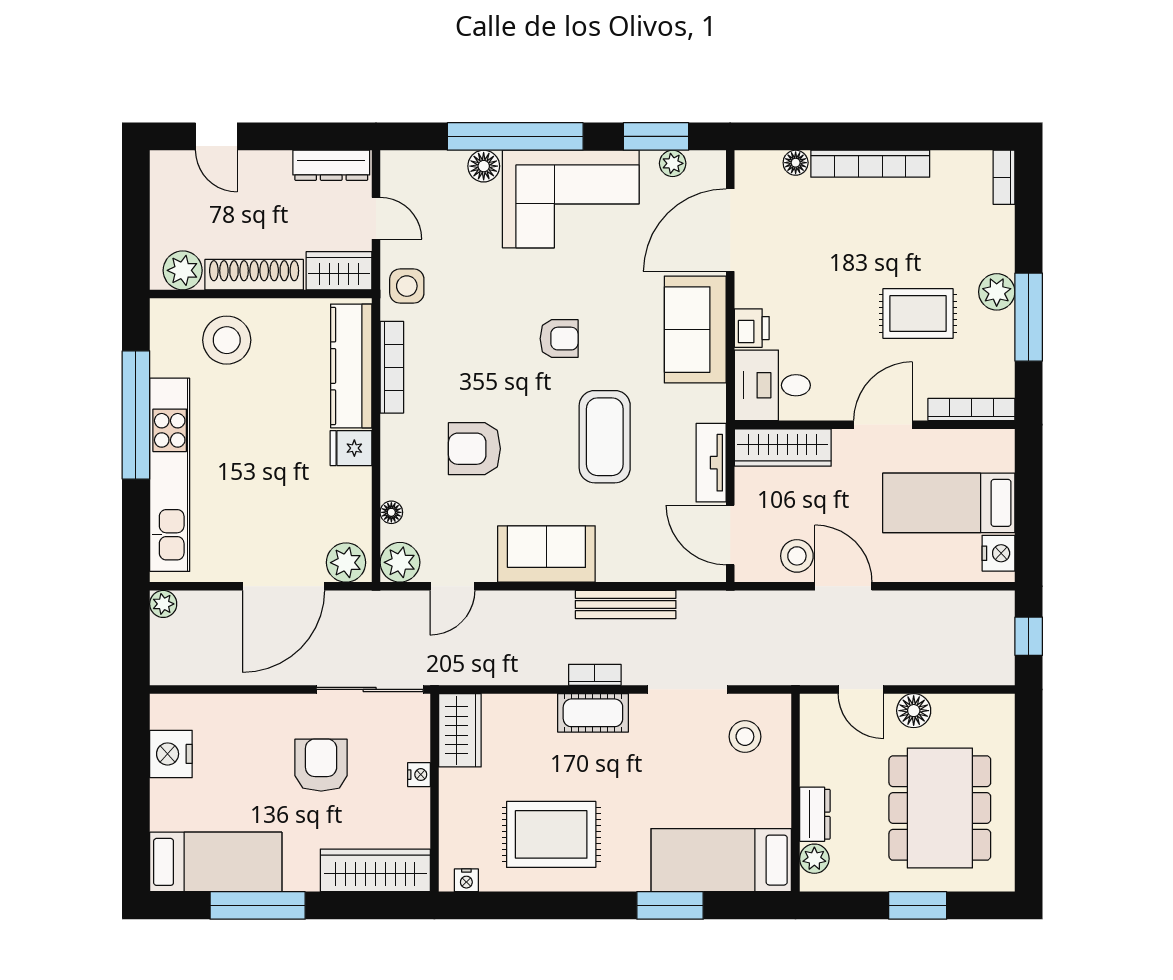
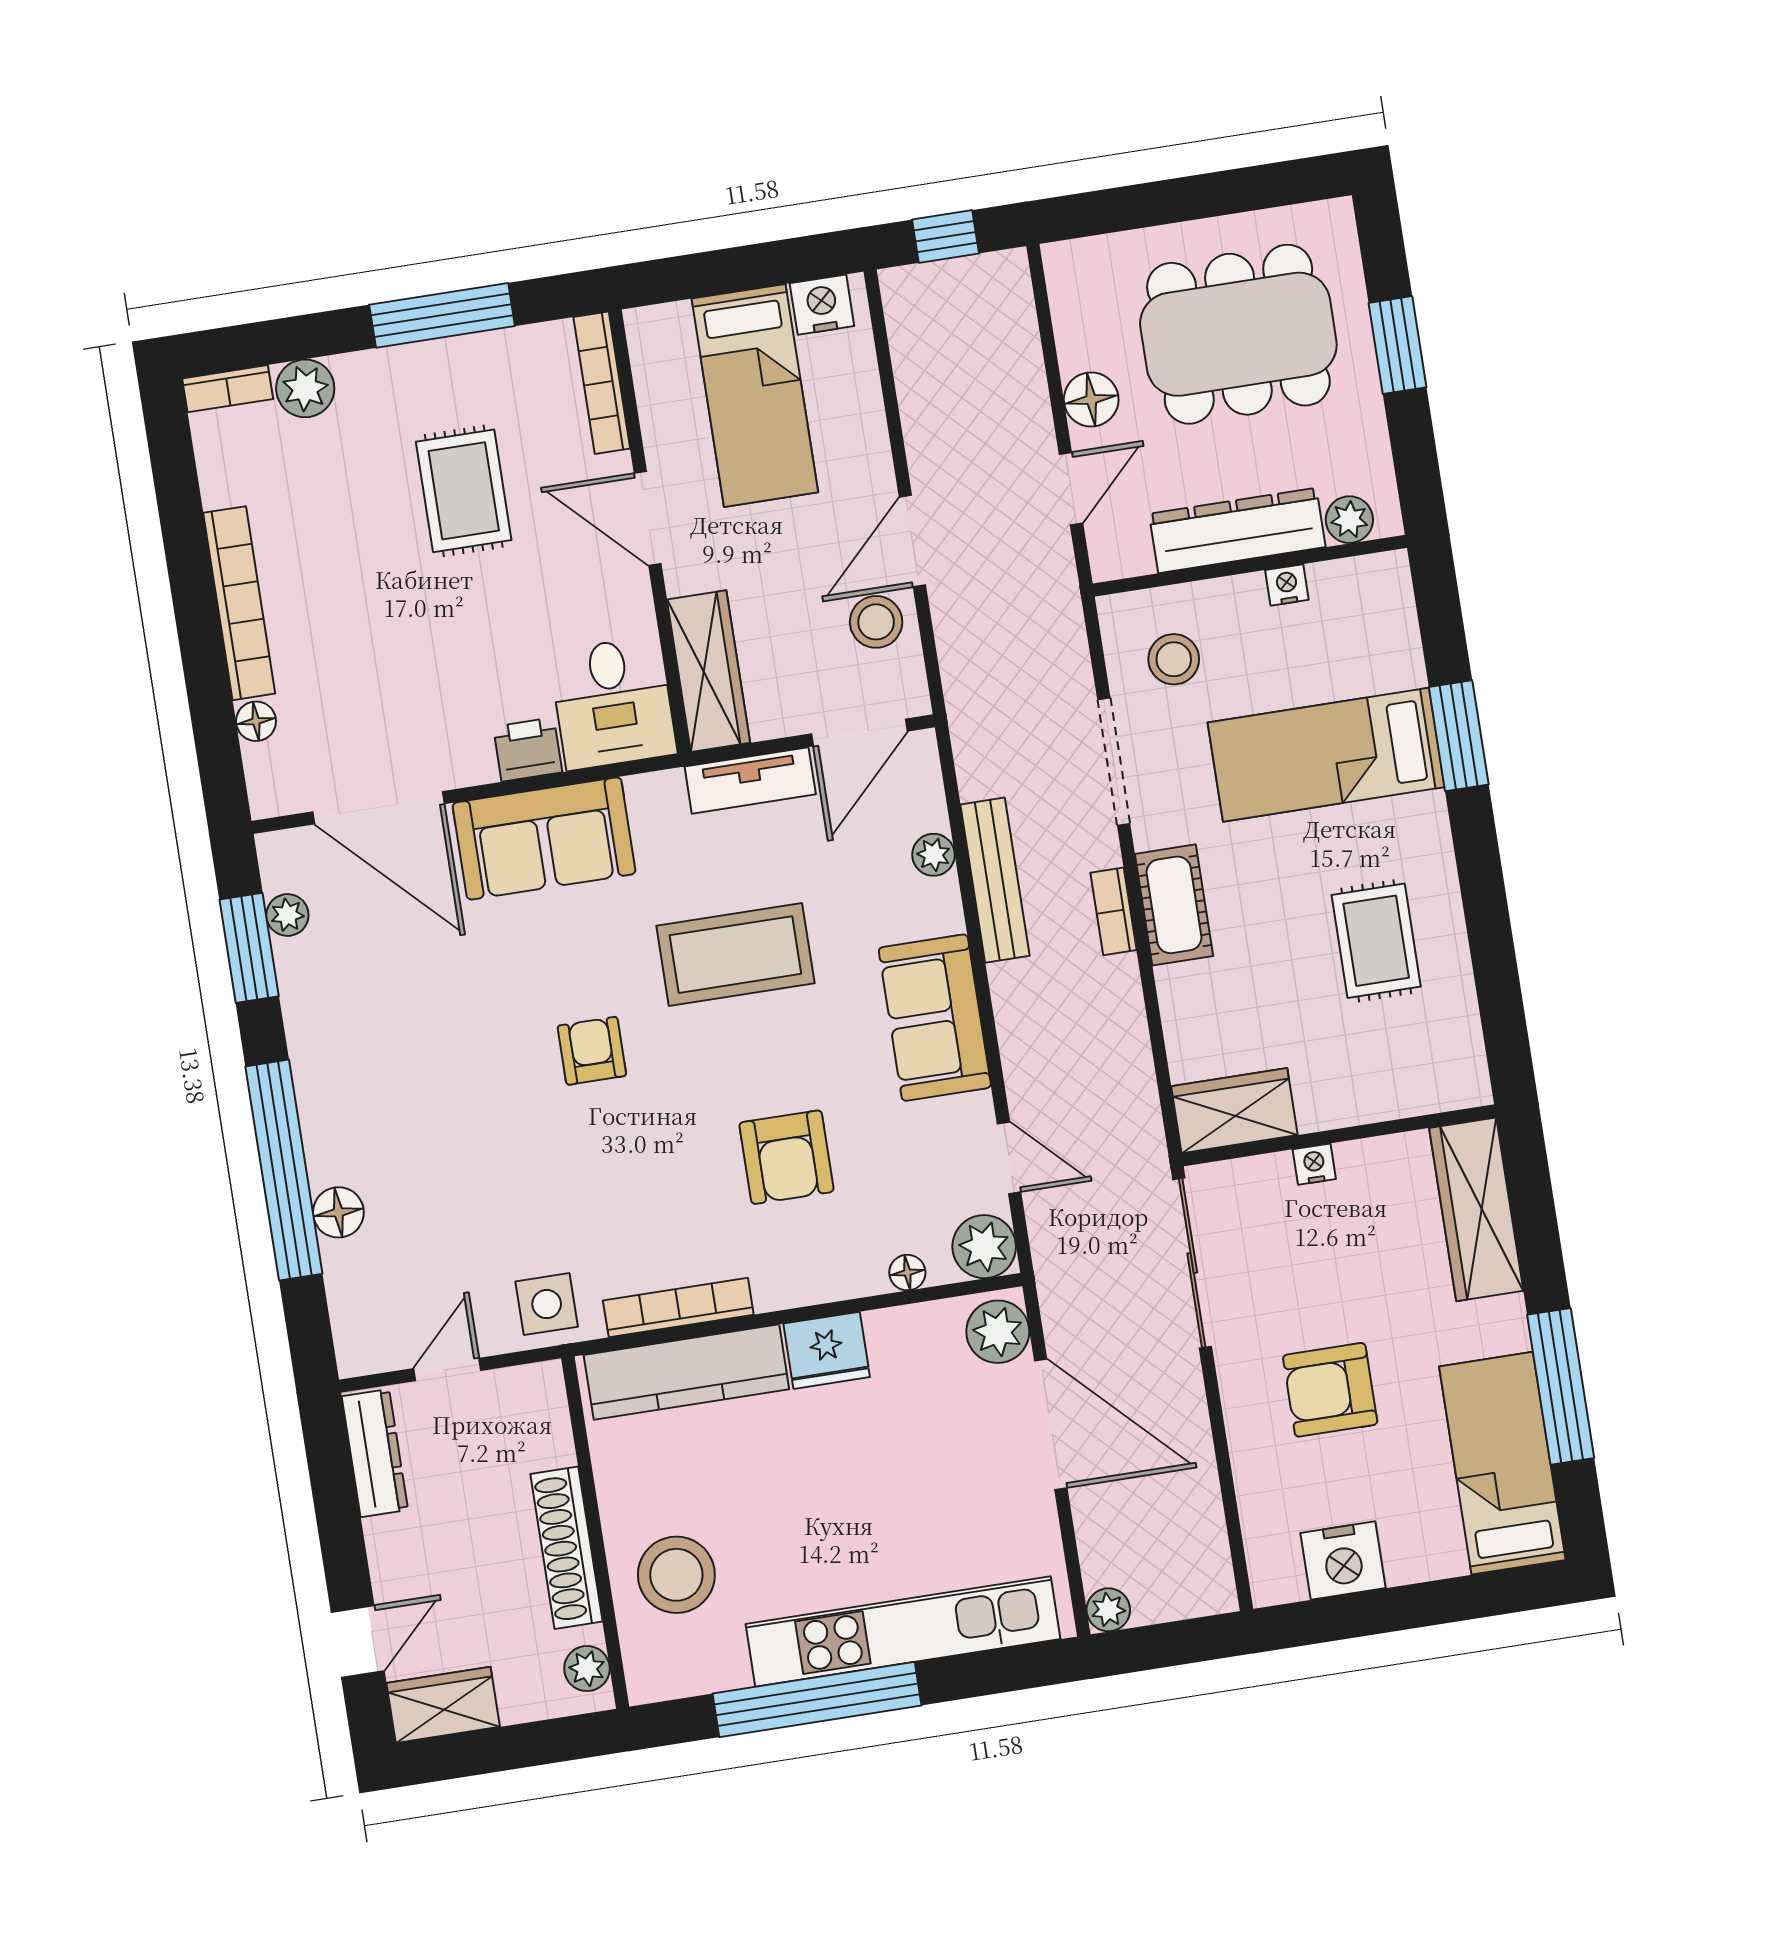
corner sofa: (571, 199) -> (369, 1067), removed
plant: (183, 270) -> (587, 1669), width x0.73, depth x0.73
wardrobe: (339, 271) -> (443, 1705), moved, turned 90
plant: (997, 292) -> (305, 388), moved
fridge: (351, 448) -> (827, 1350), width x1.38
plant: (647, 569) -> (934, 855), added
armchair: (321, 765) -> (1330, 1390), moved
dresser: (815, 814) -> (1237, 530), width x1.96, depth x1.24
rug: (551, 834) -> (1376, 941), width x0.73, depth x0.70
bed: (721, 860) -> (1326, 755), moved, turned 90
nightstand: (466, 880) -> (1287, 585), moved, turned -90

